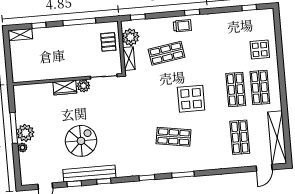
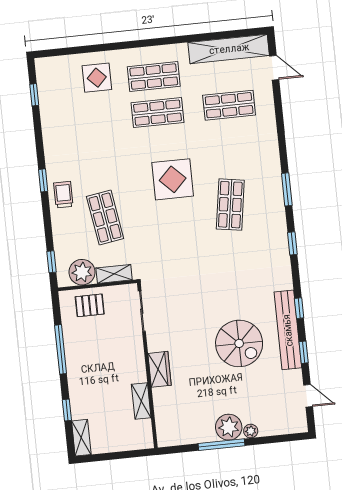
shelving: (44, 75) -> (141, 401), added
plant: (84, 86) -> (156, 341), removed
spiral stairs: (81, 141) -> (239, 343), turned 180

